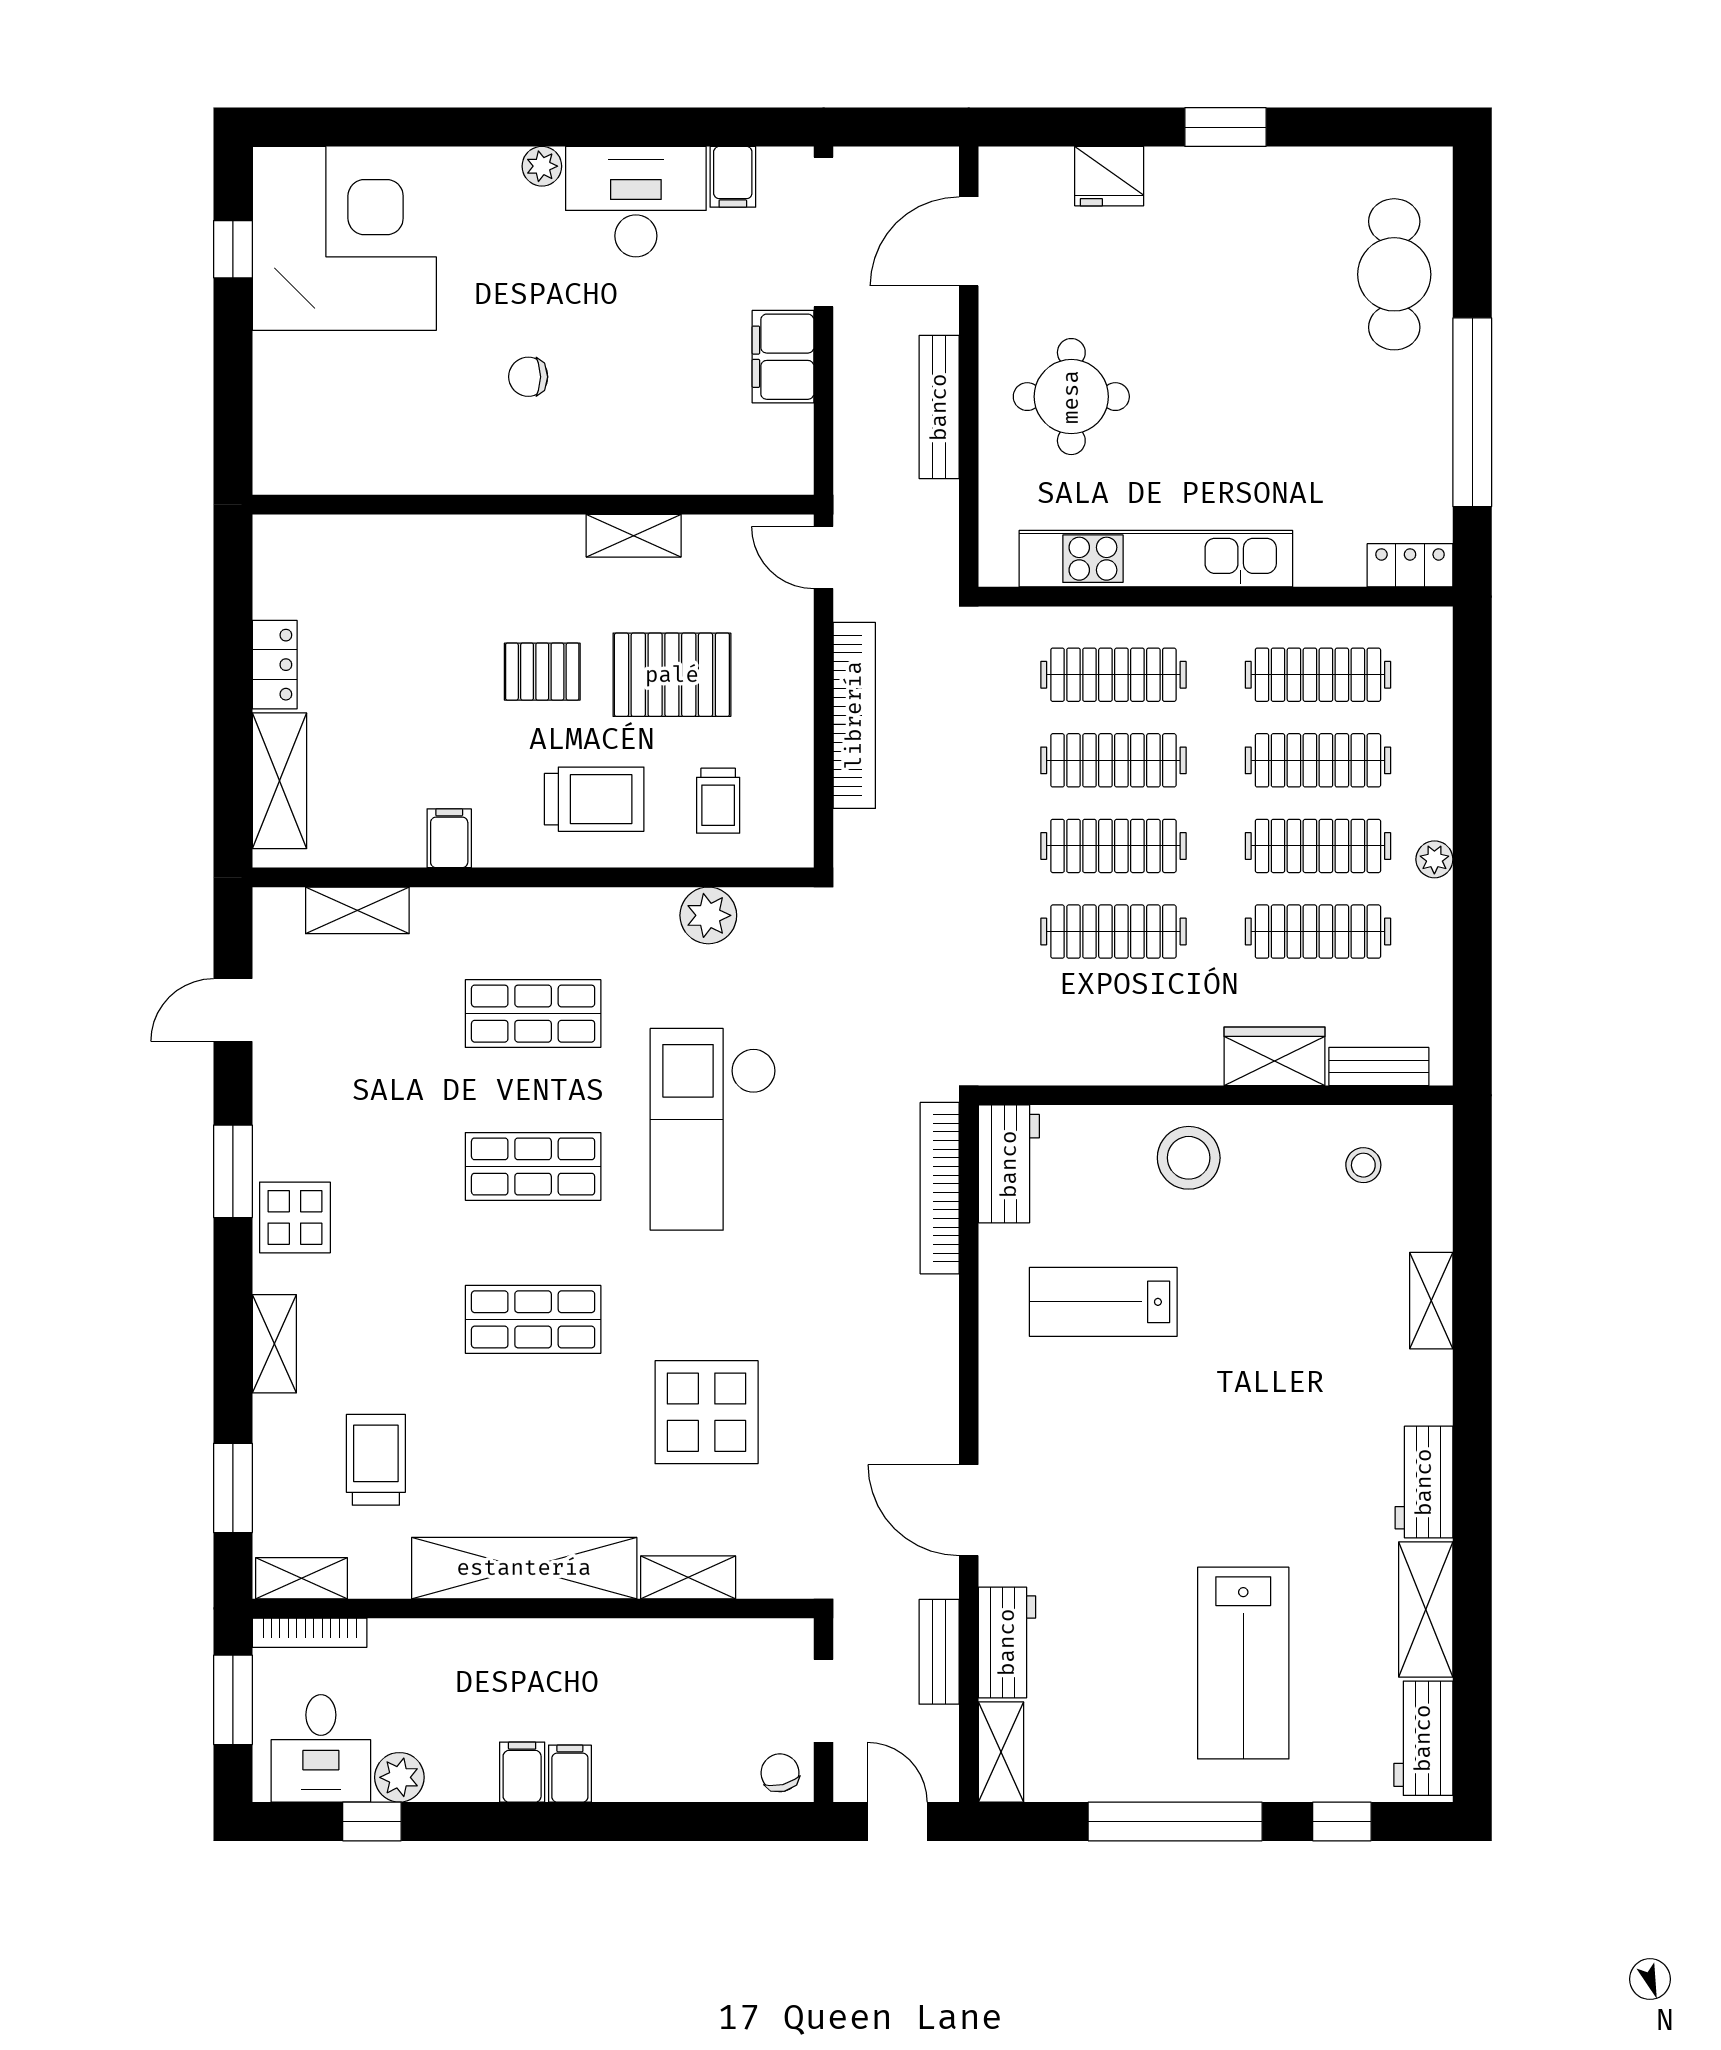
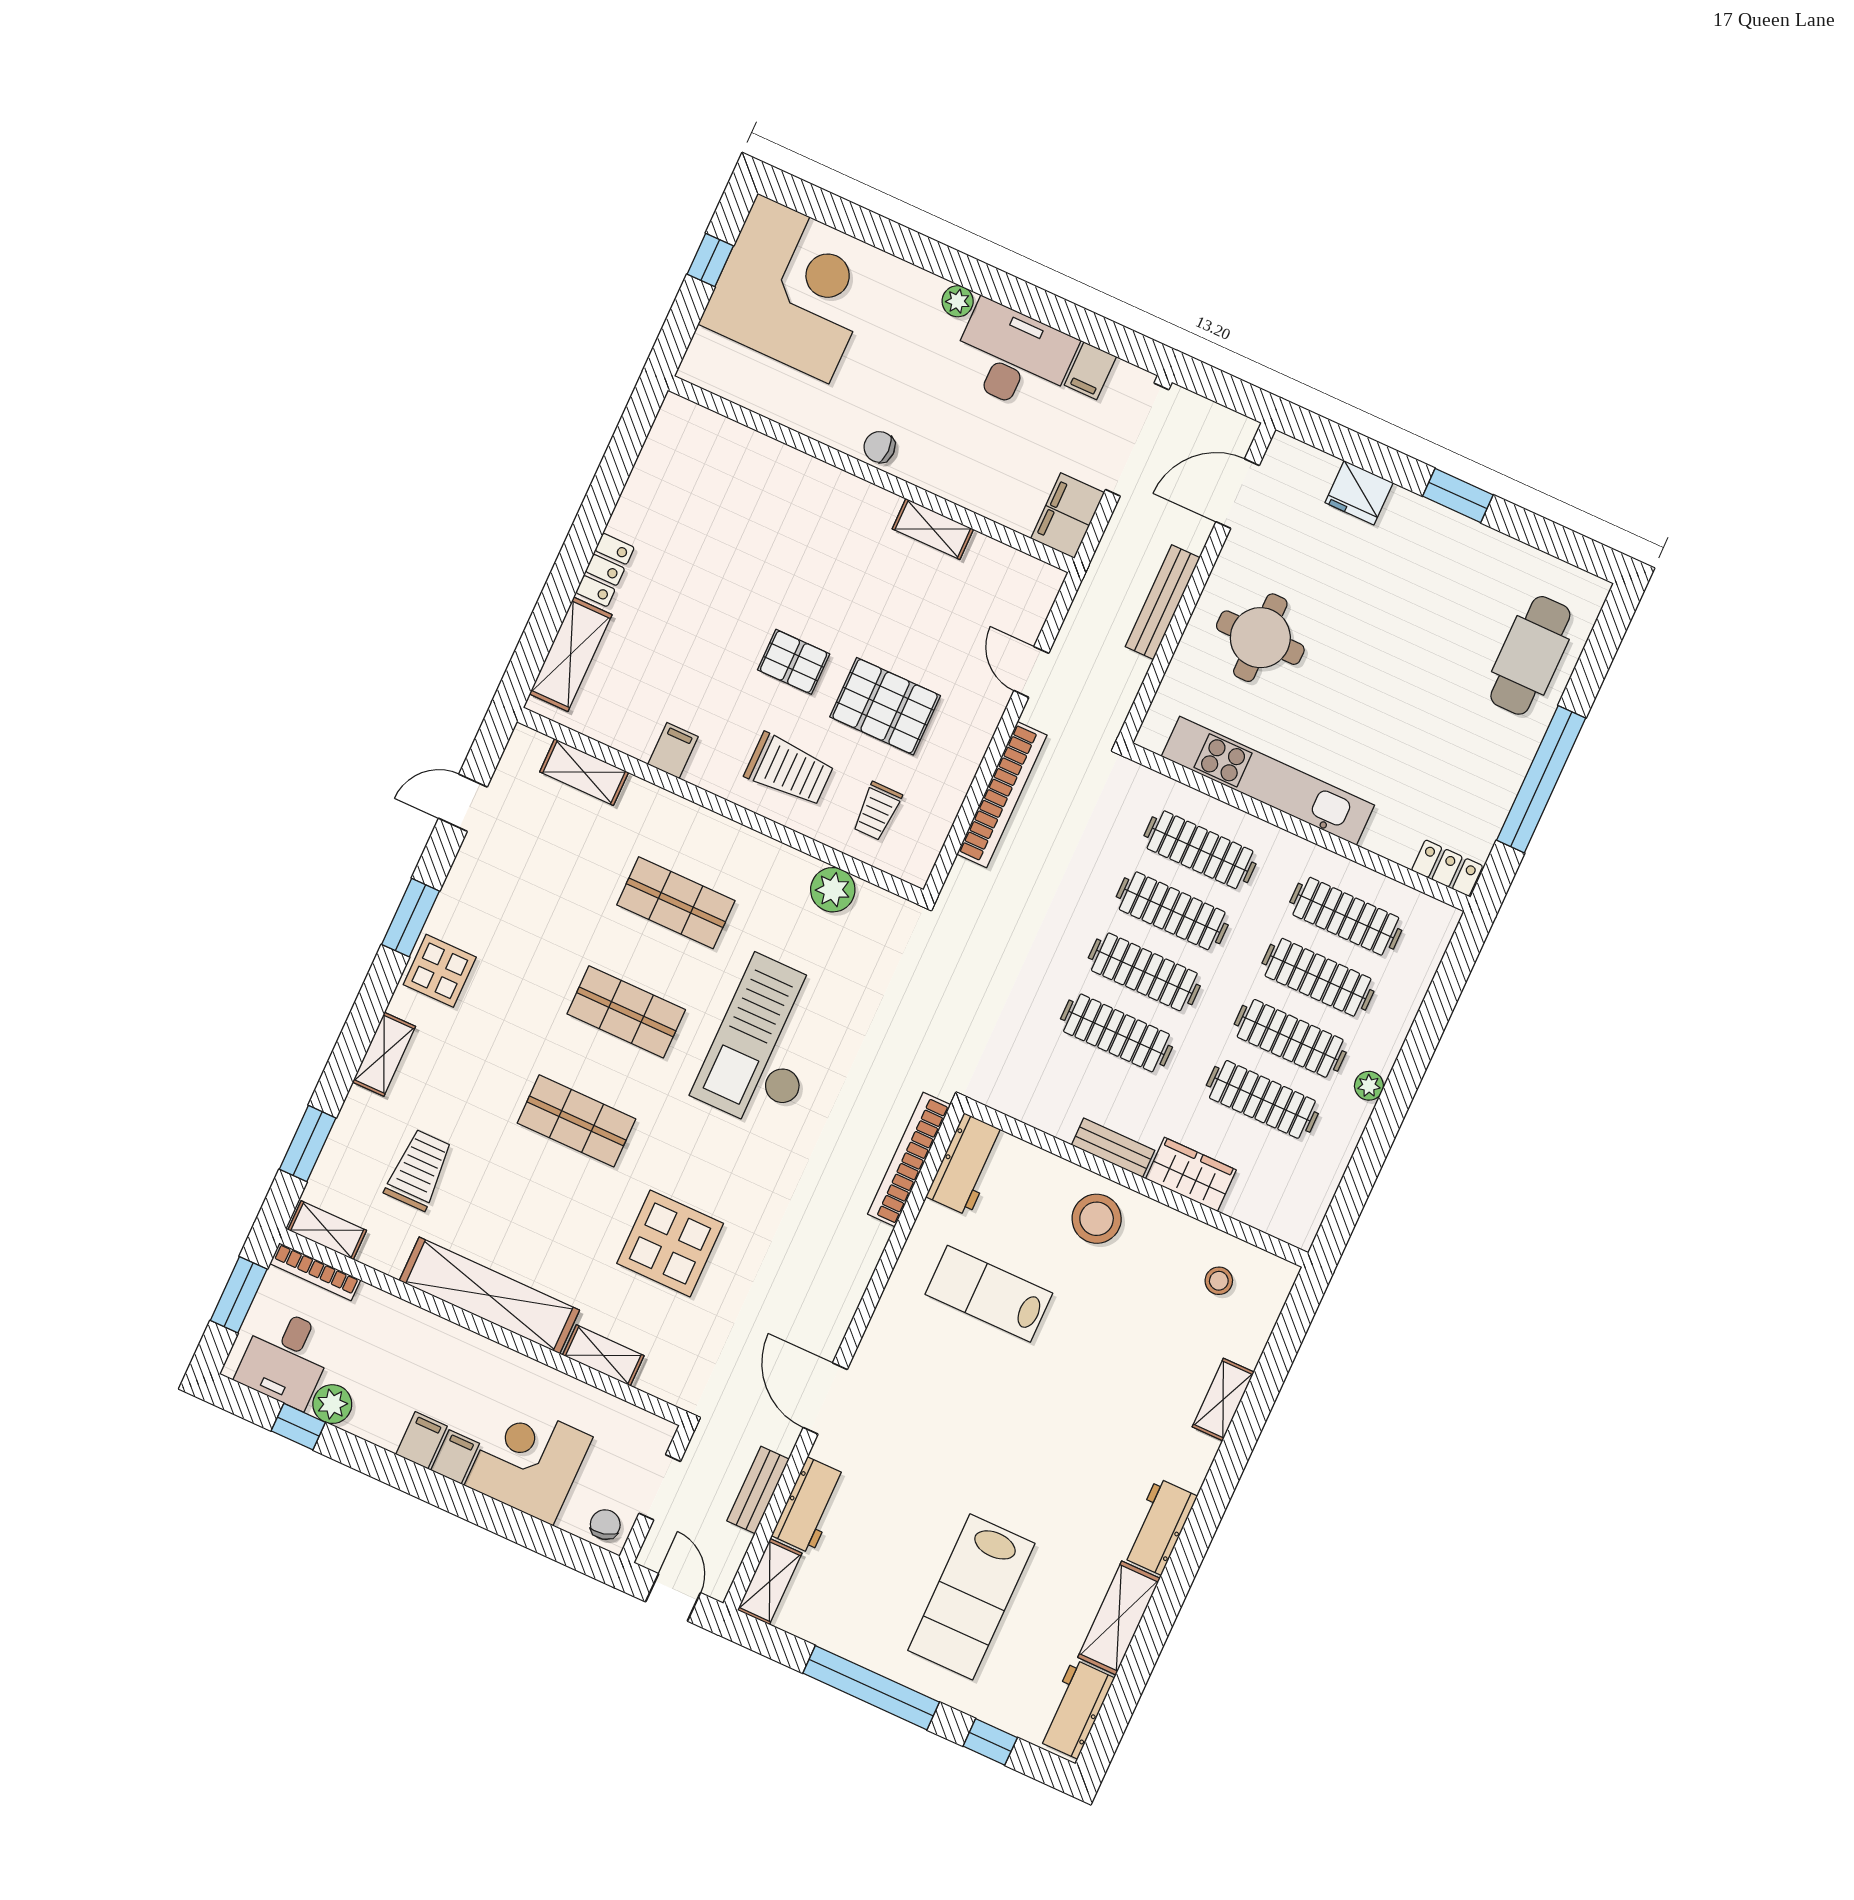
wall: (533, 505) -> (871, 474), moved
shelving: (634, 536) -> (933, 529), moved
bench: (1379, 1067) -> (1113, 1148), moved
corner desk: (658, 1740) -> (529, 1461), added

